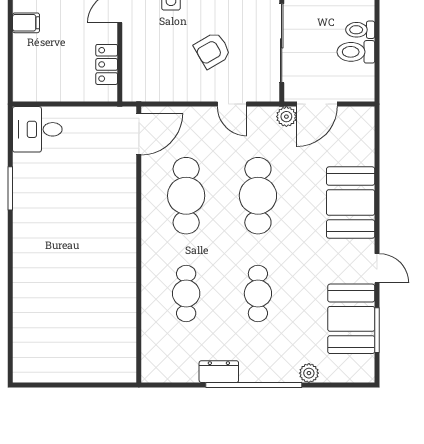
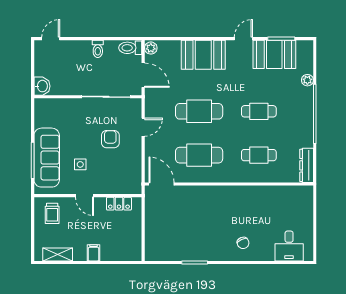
armchair: (212, 50) -> (110, 139), turned -150
toilet: (356, 52) -> (130, 48), moved, turned 90
plant: (286, 117) -> (151, 48), moved
desk: (37, 129) -> (289, 246), moved
chair: (42, 268) -> (243, 243), added
dresser: (219, 372) -> (307, 165), moved, width x1.44

